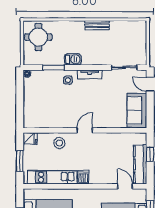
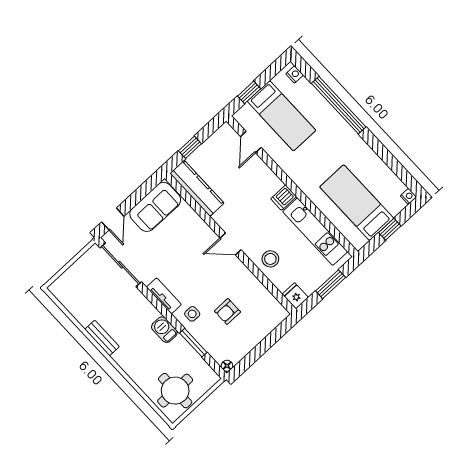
sliding door: (124, 67) -> (121, 265), width x1.37
armchair: (53, 98) -> (227, 311), added
kitchen counter: (140, 164) -> (197, 188), moved, turned -90

